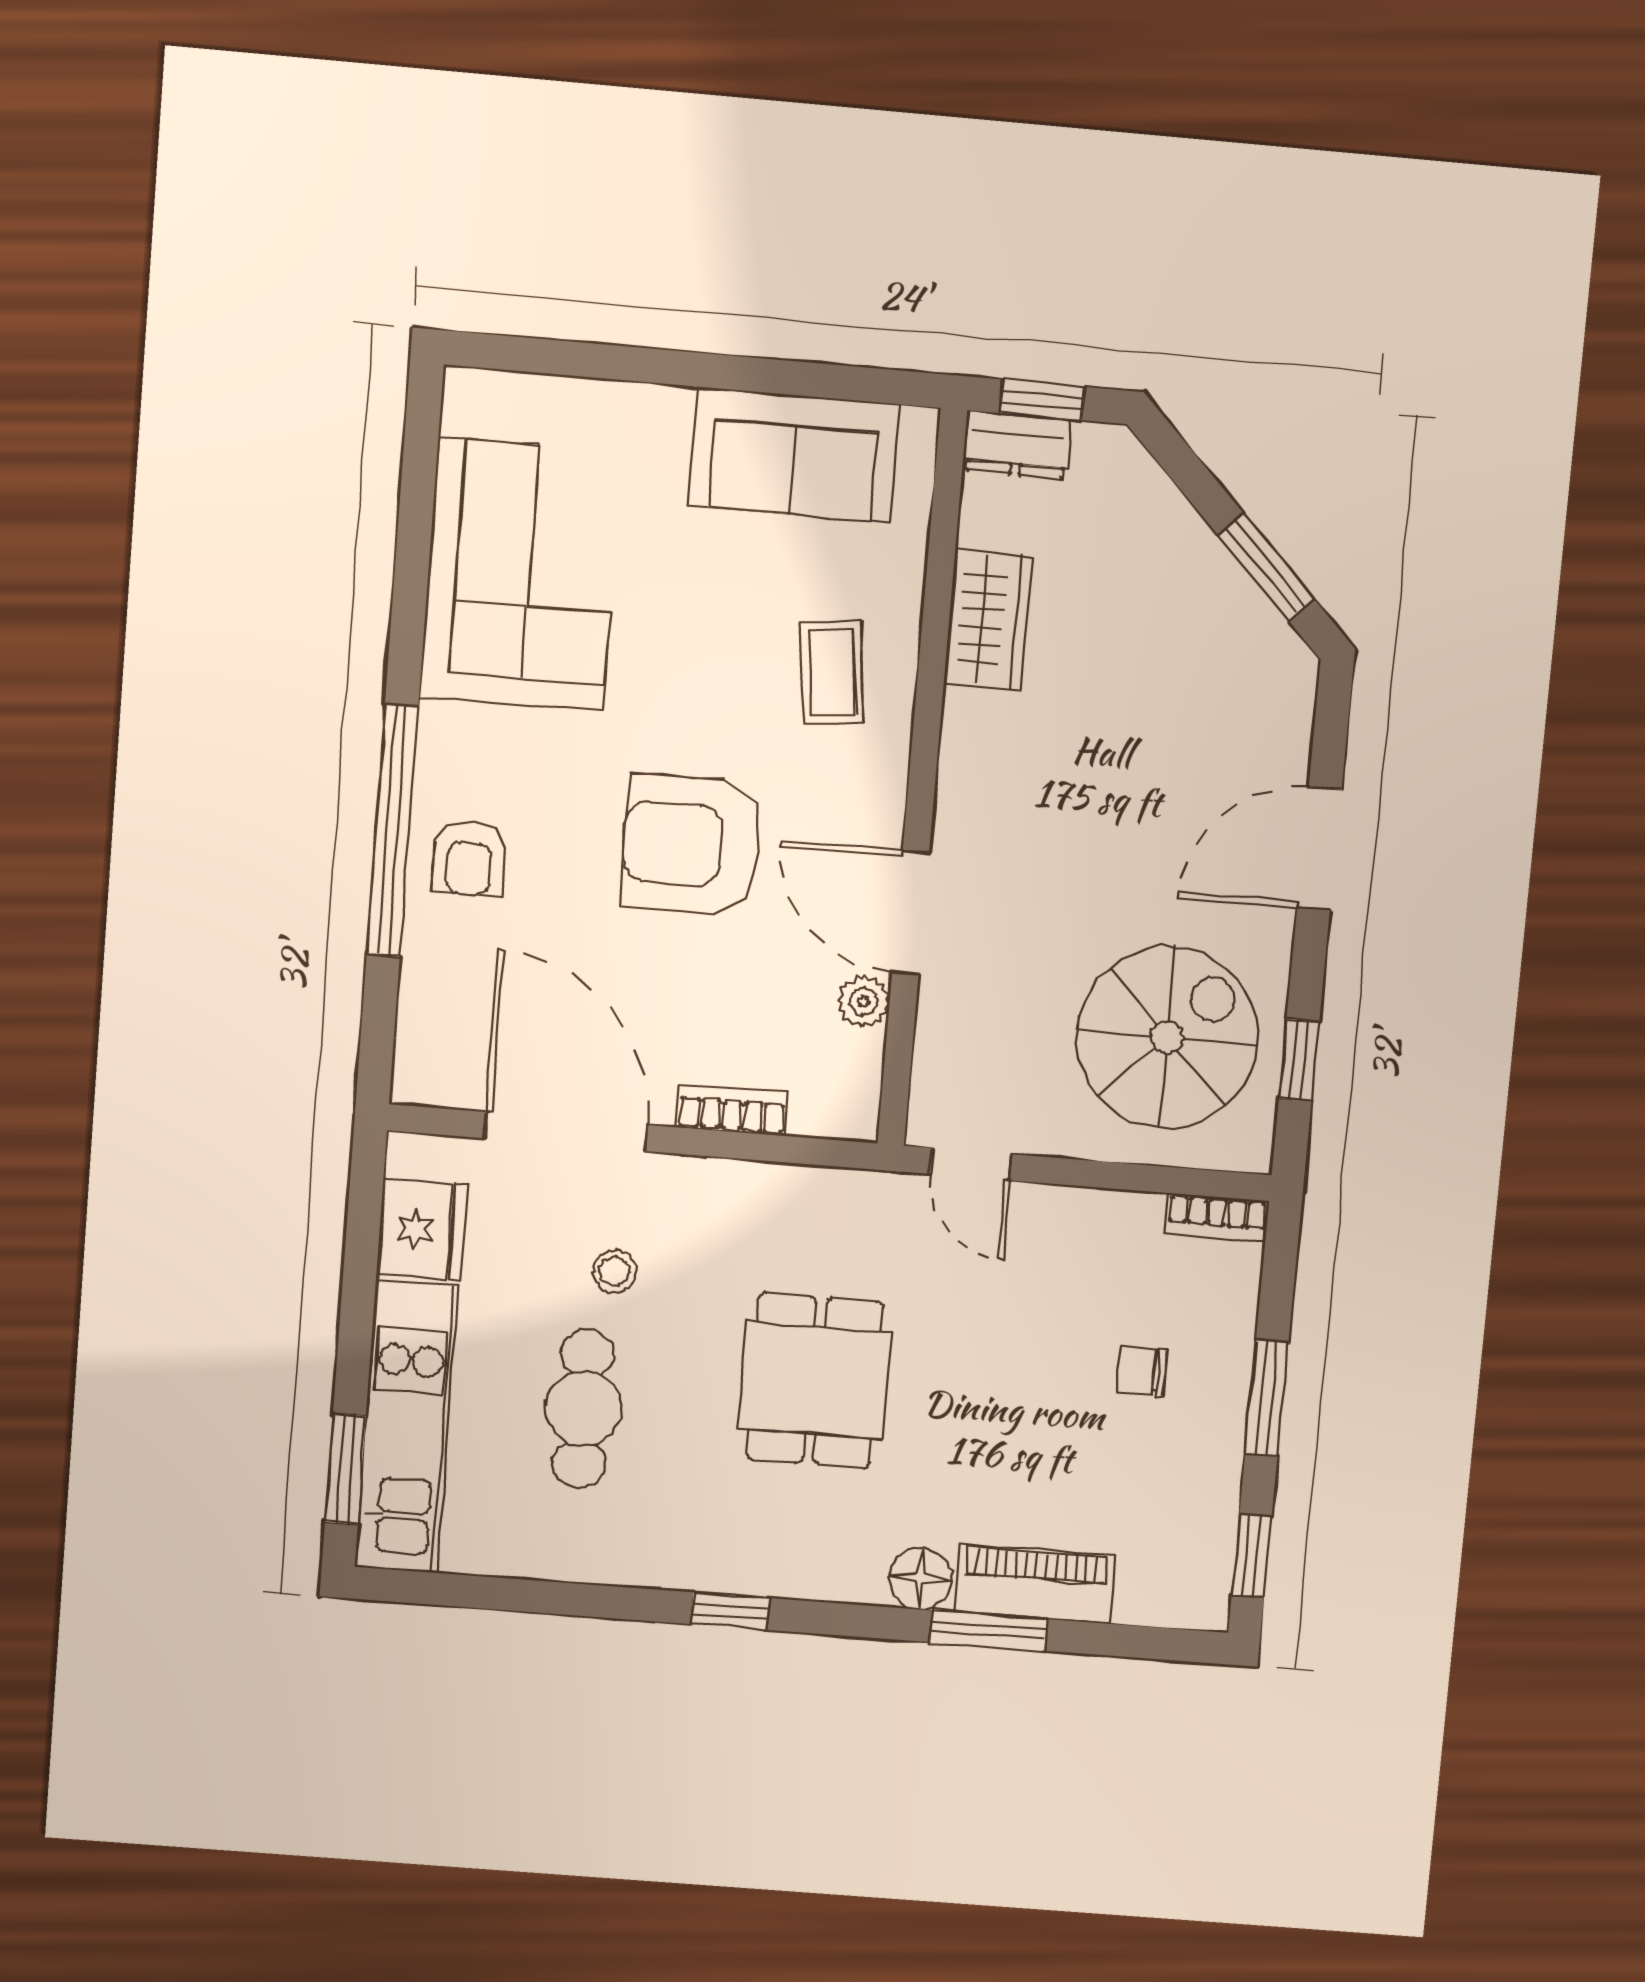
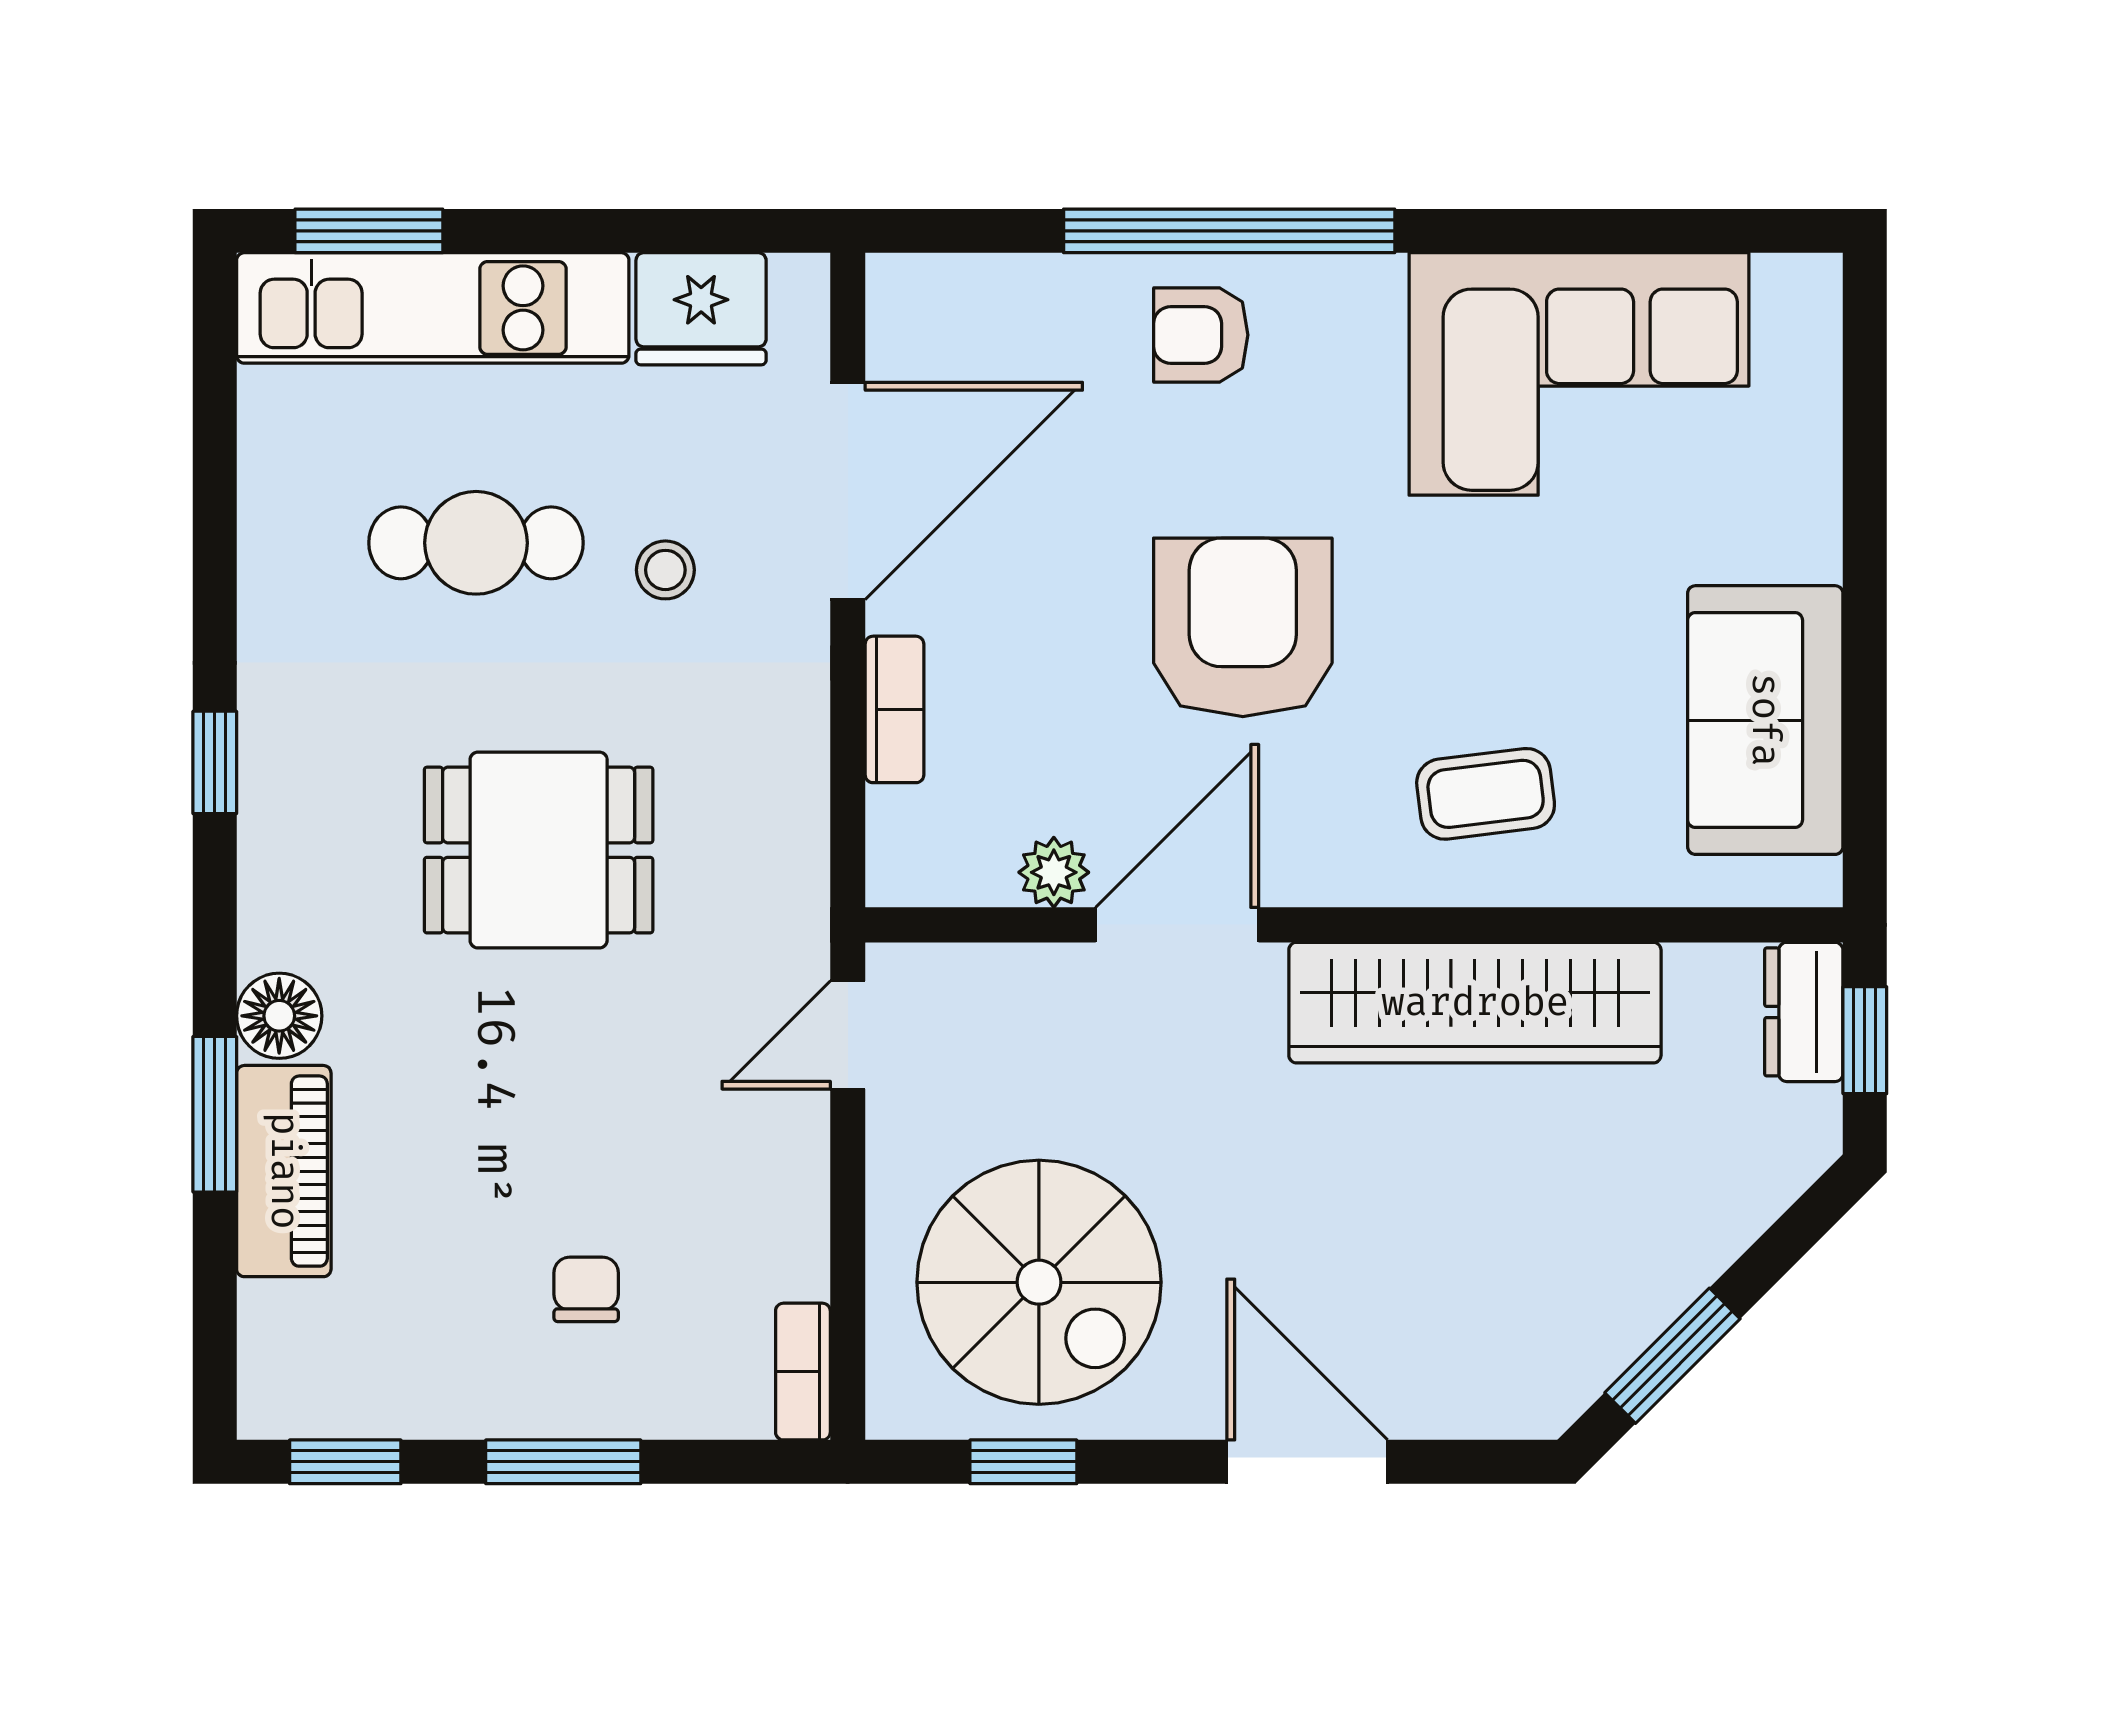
wardrobe: (988, 620) -> (1475, 1003), width x2.10, depth x1.17

